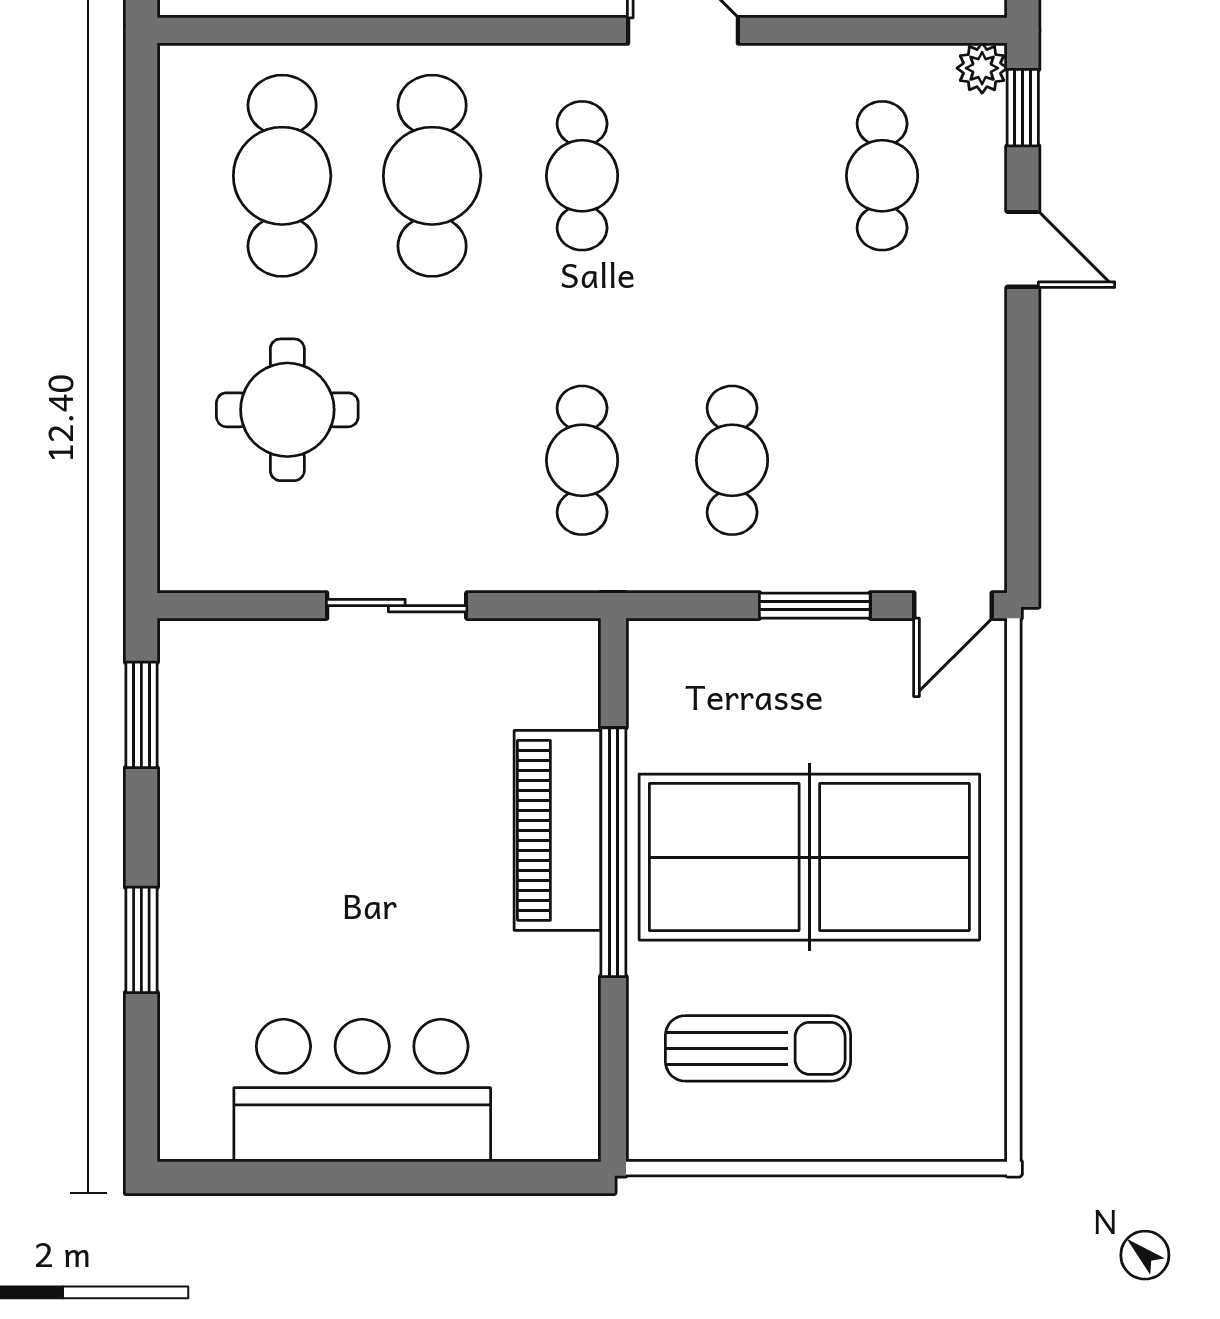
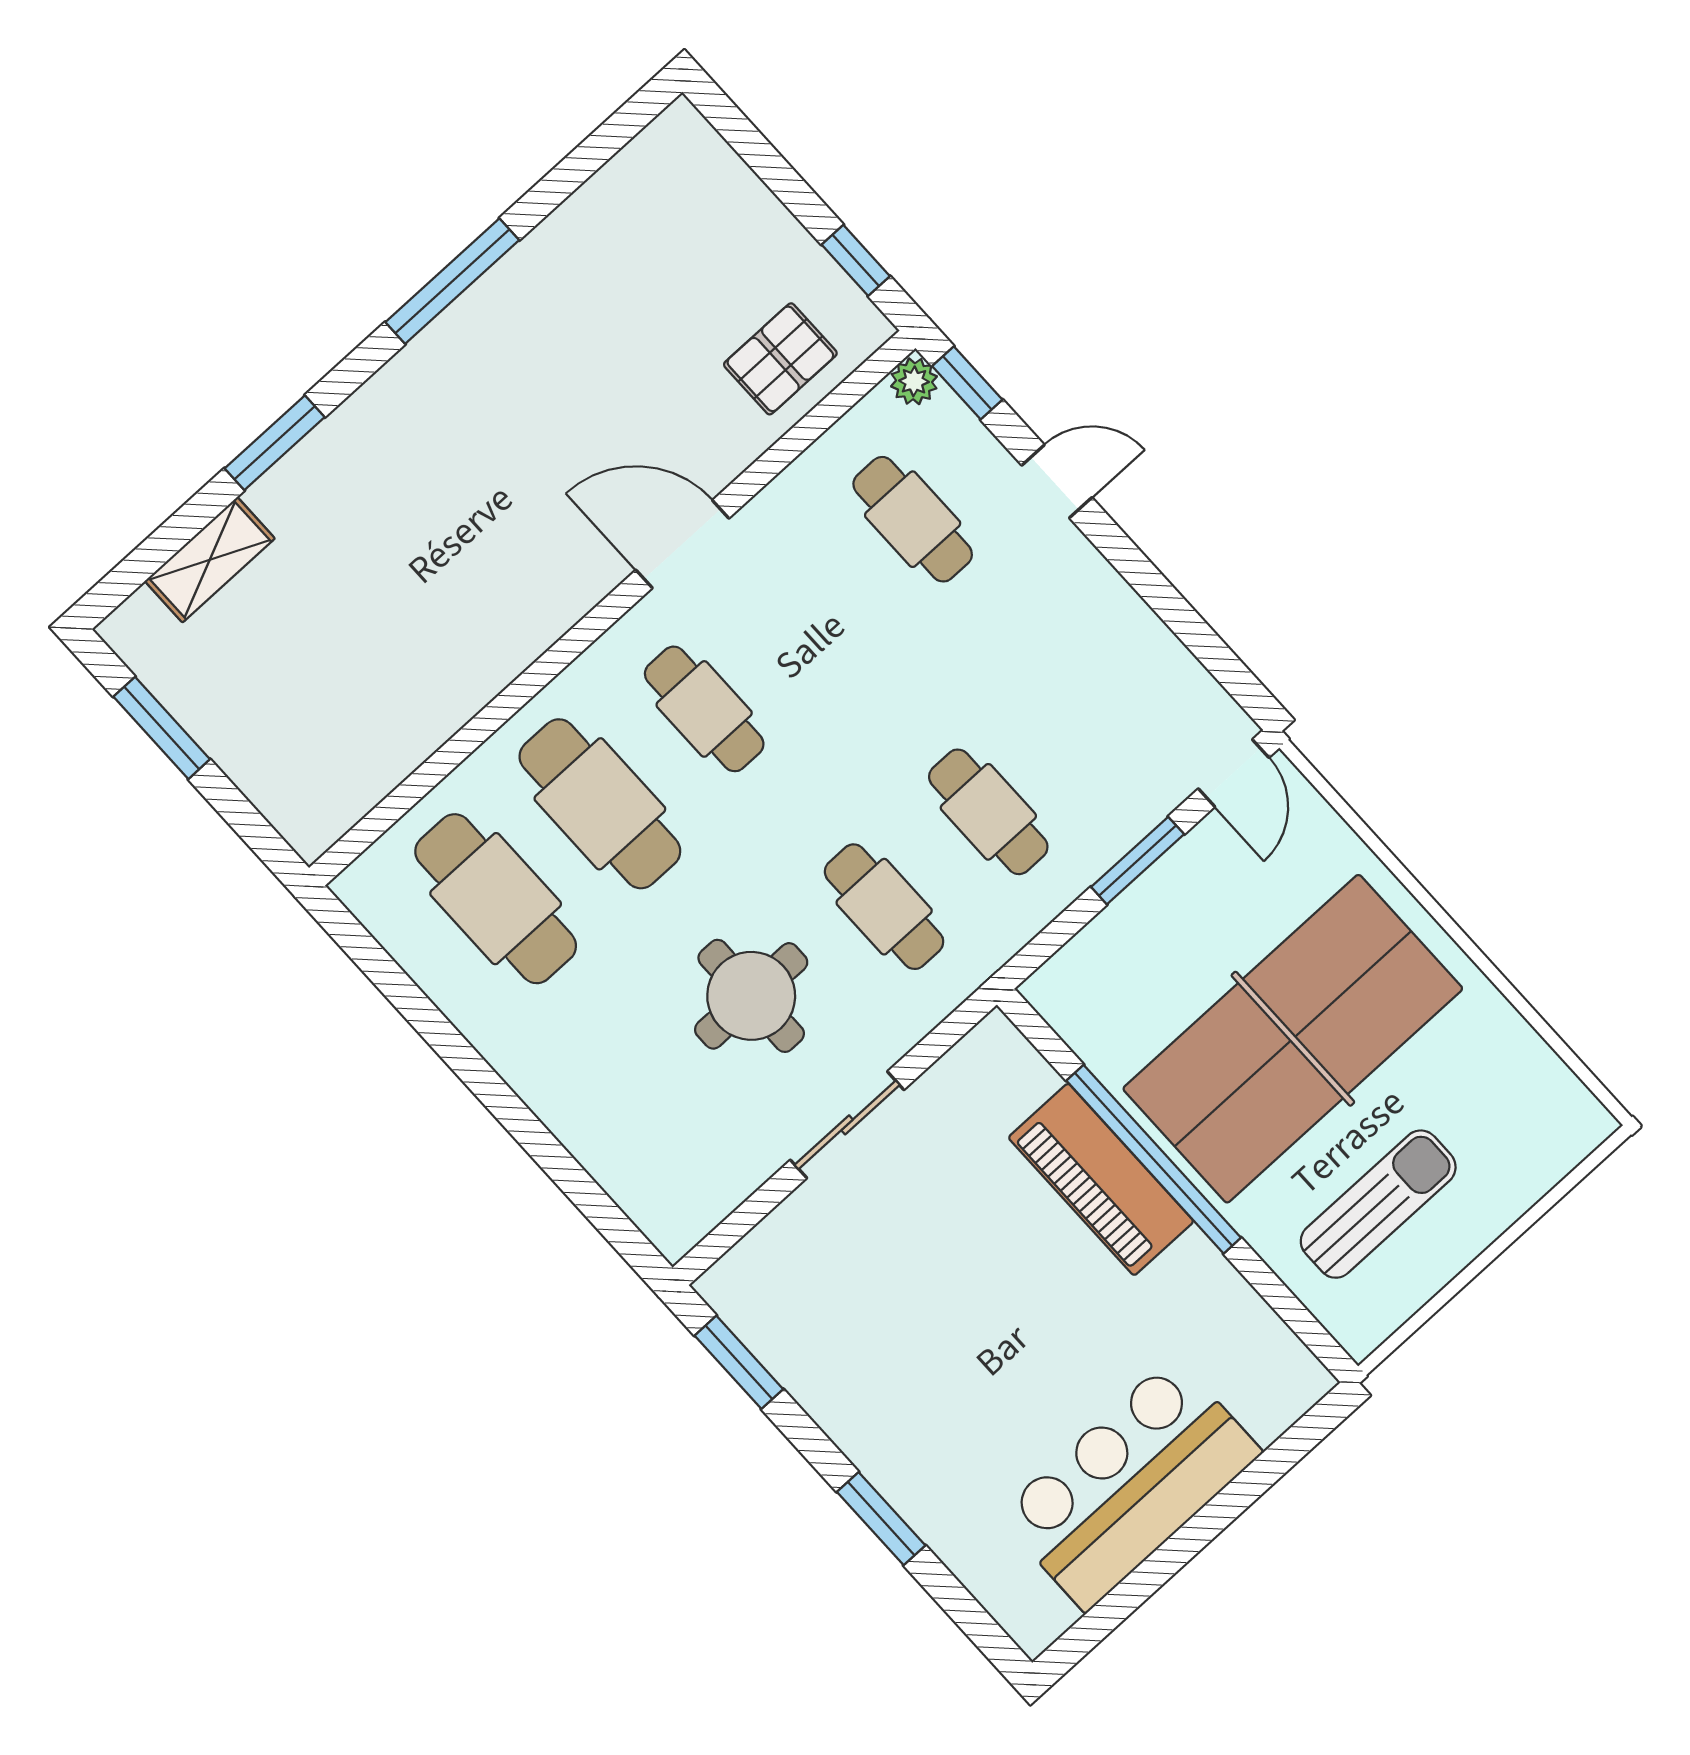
round table: (287, 410) -> (751, 996), moved

